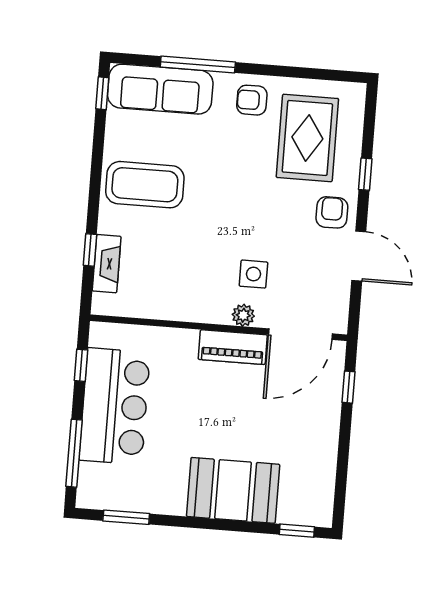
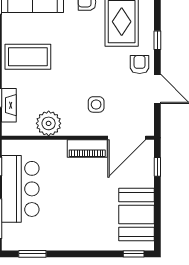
plant: (243, 315) -> (49, 123), moved, width x1.88, depth x1.88
booth: (233, 490) -> (137, 214), moved, turned 90

